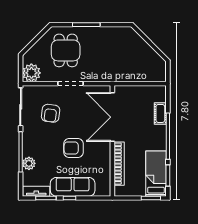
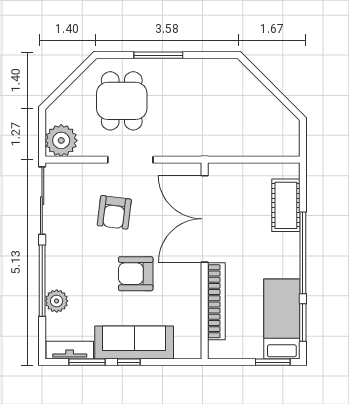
armchair: (51, 113) -> (114, 212), moved
cot: (160, 113) -> (286, 205), width x1.37, depth x1.34

